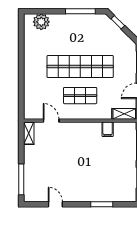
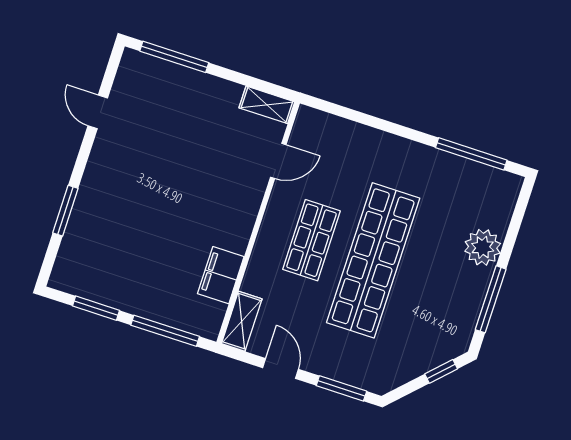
plant: (41, 22) -> (483, 247), moved
window: (21, 40) -> (471, 154), added
filing cabinet: (108, 129) -> (221, 275), width x2.00
door: (55, 204) -> (98, 112), swing flipped

